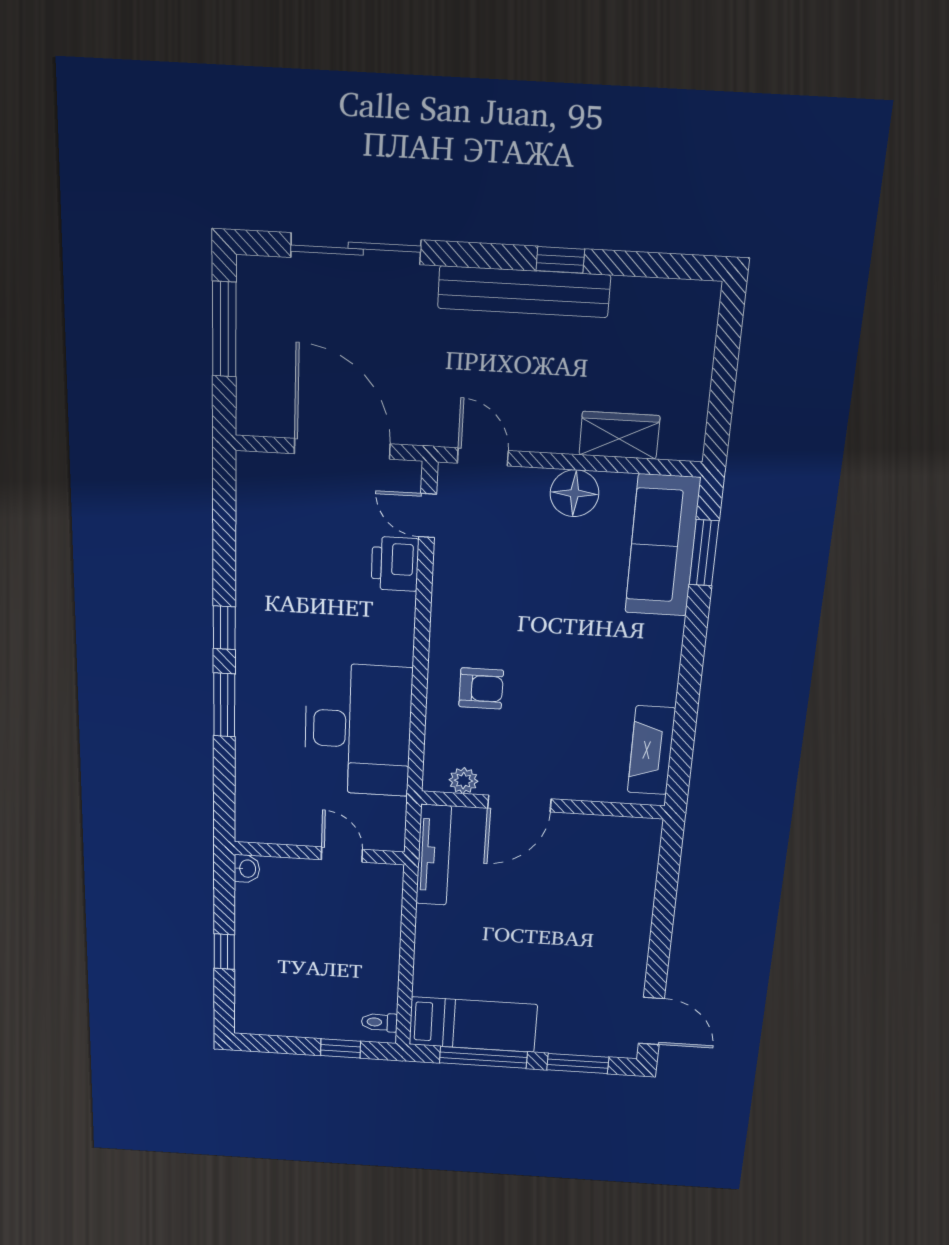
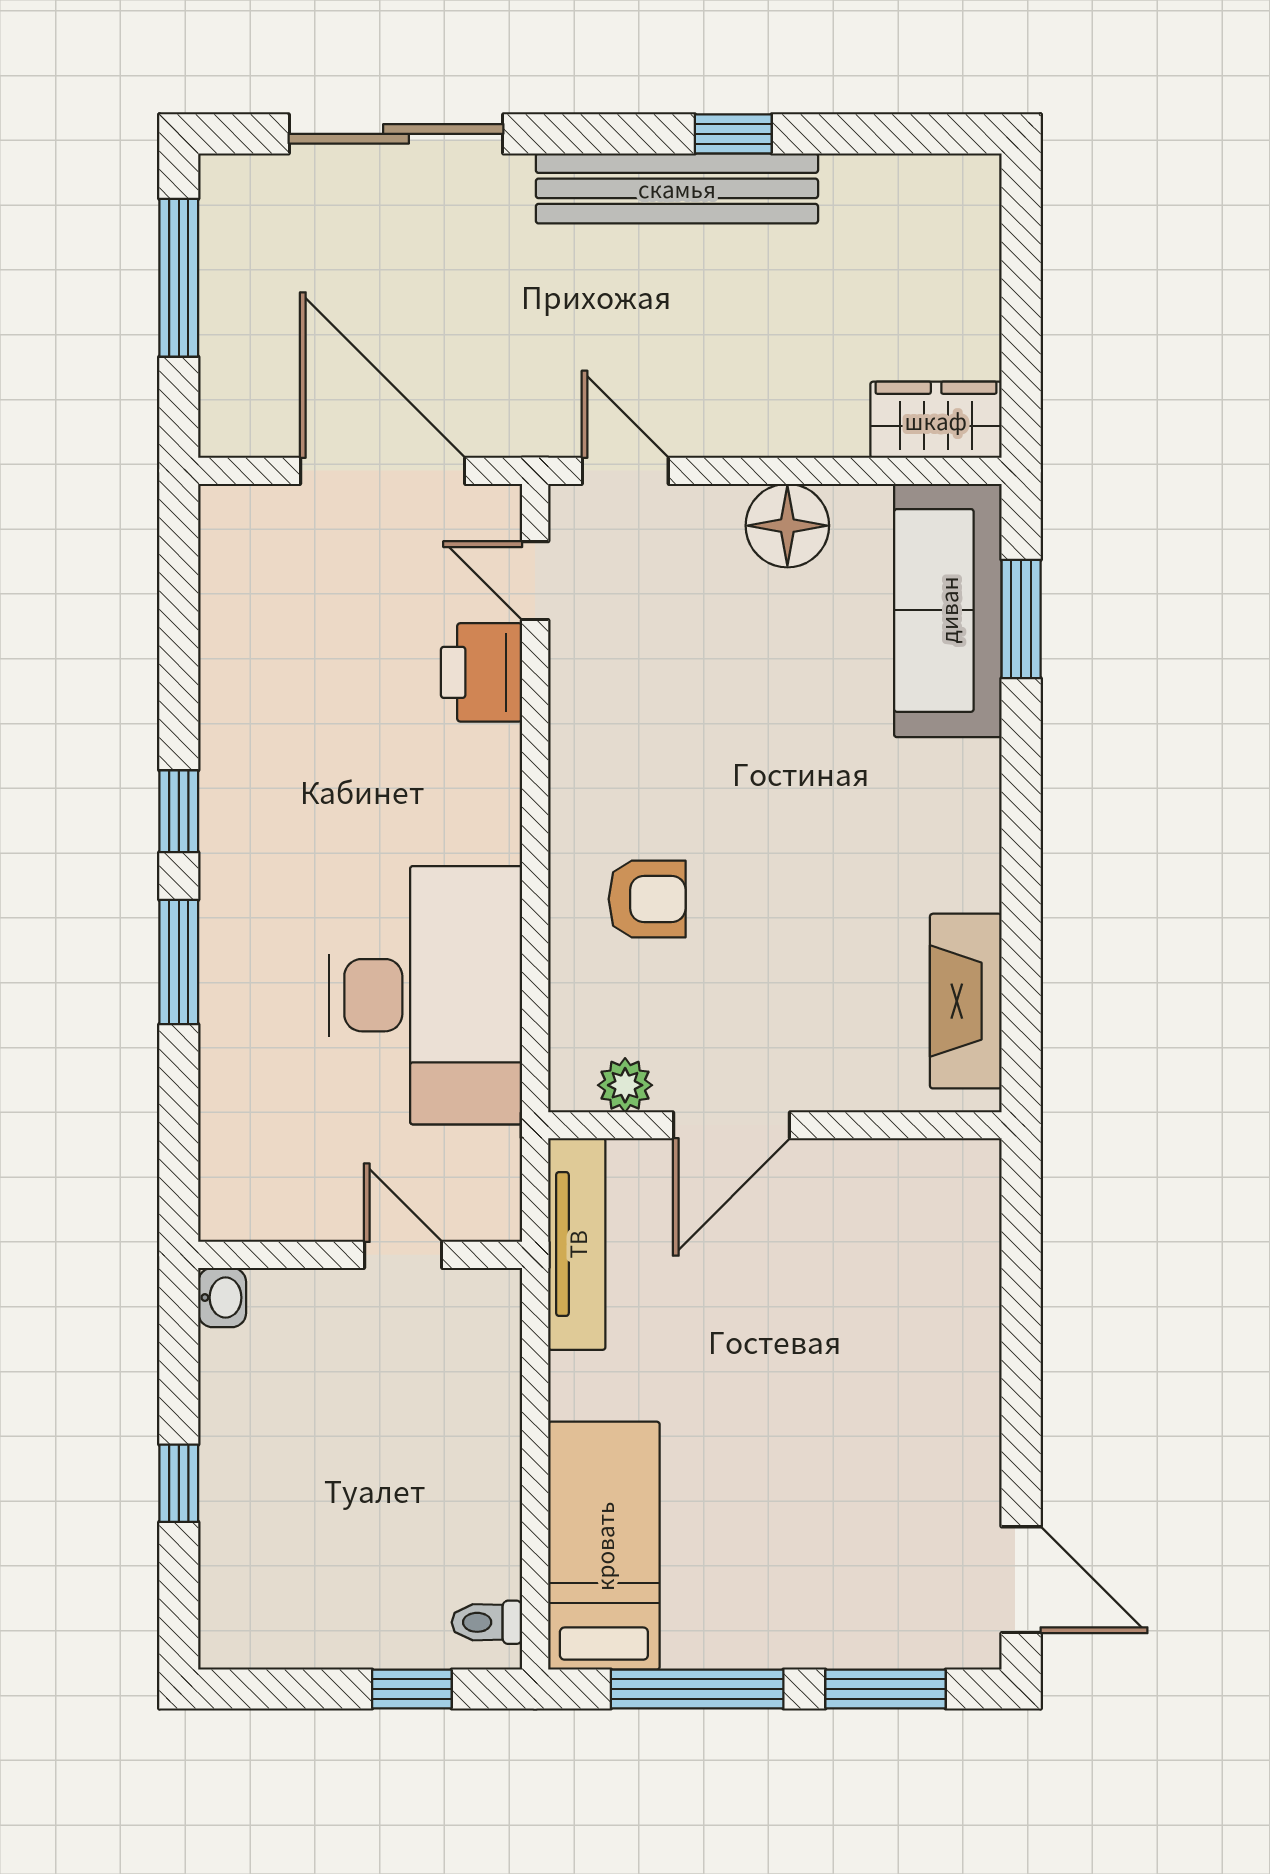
wardrobe: (619, 435) -> (936, 420), moved
bed: (473, 1025) -> (604, 1546), moved, turned -90

